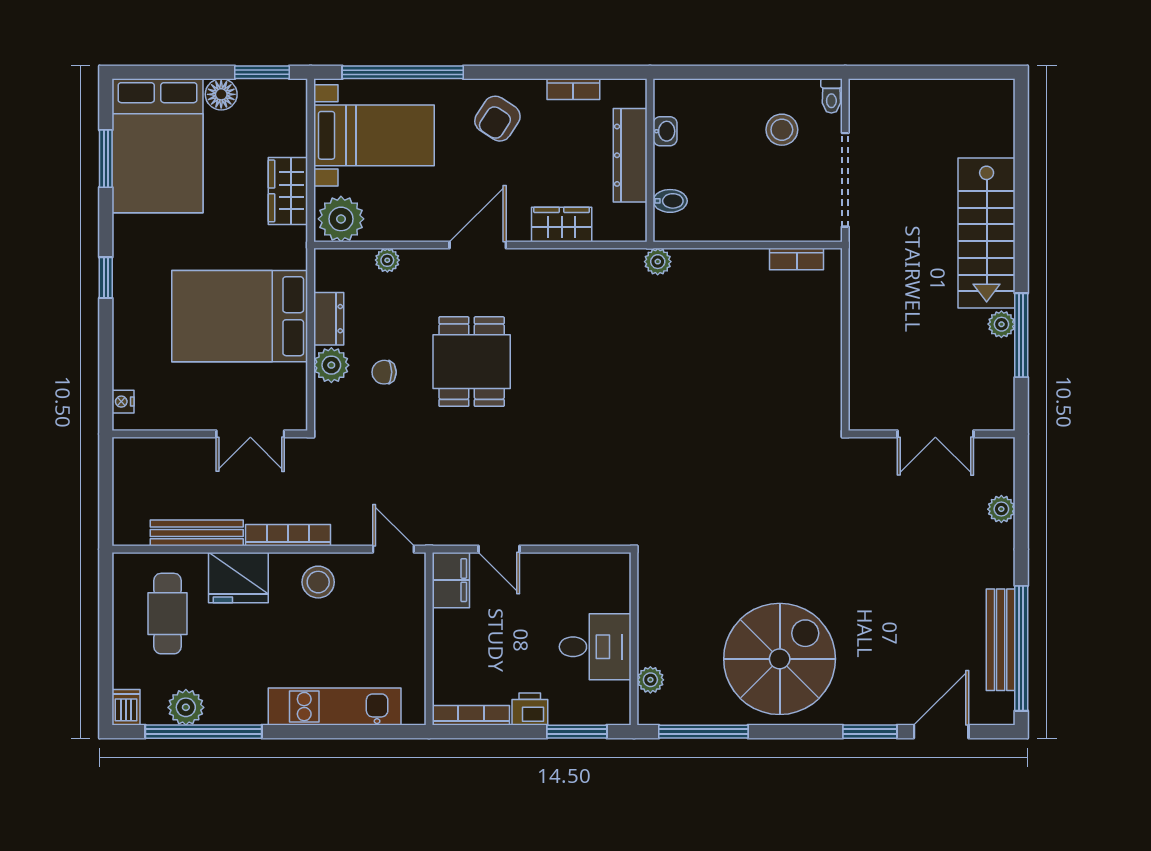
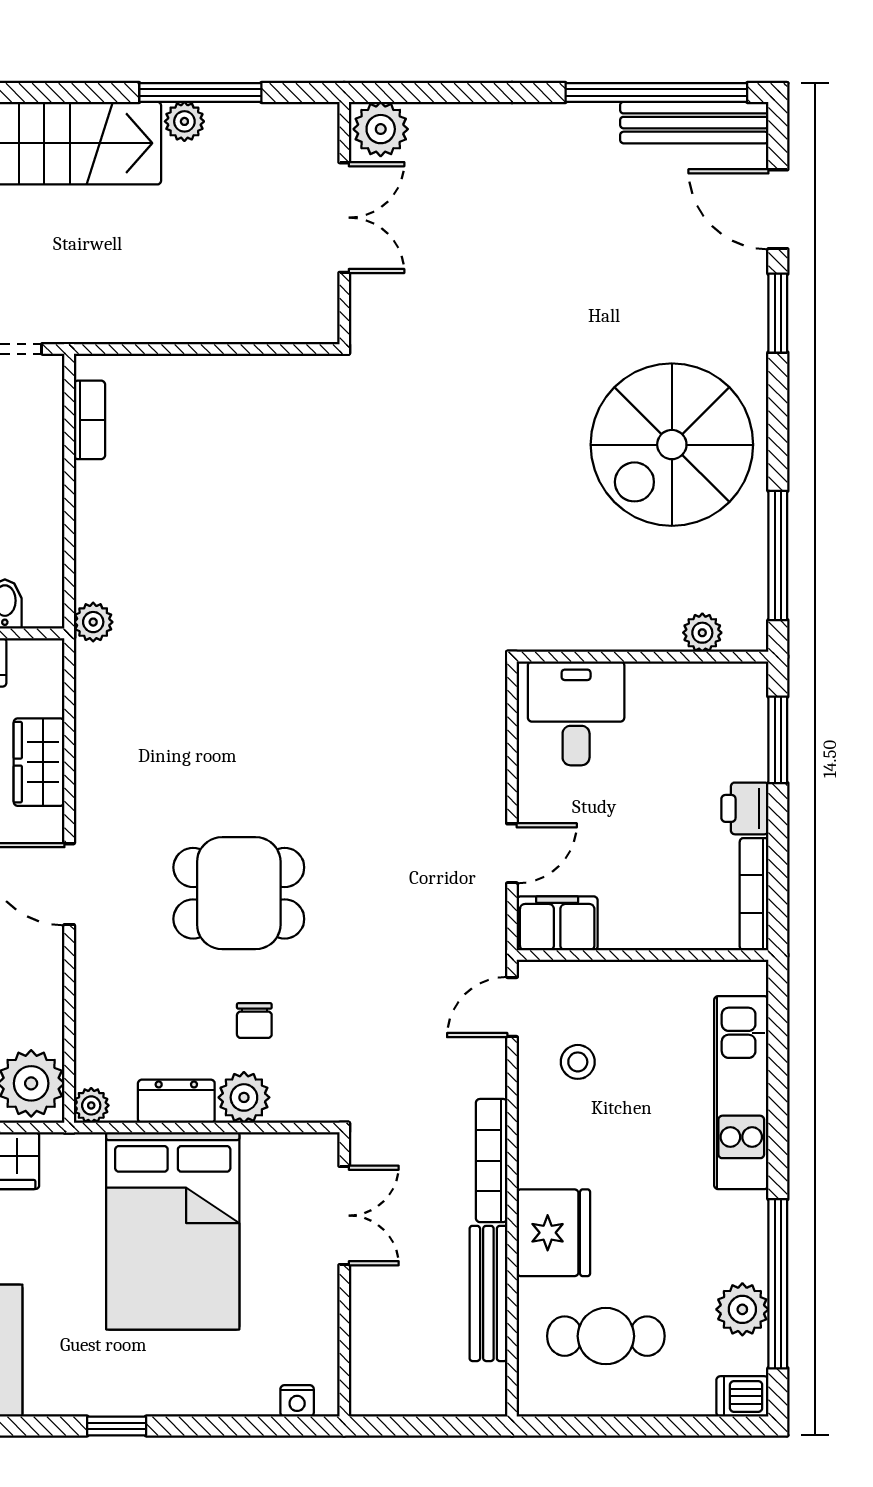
plant: (387, 260) -> (91, 1105), moved
plant: (1001, 509) -> (381, 129), moved, width x1.38, depth x1.38
stool: (318, 582) -> (578, 1062), moved, width x0.73, depth x0.73
bench: (1001, 640) -> (694, 123), moved
desk: (595, 647) -> (576, 713), moved
spiral stairs: (780, 659) -> (672, 445), turned -90

